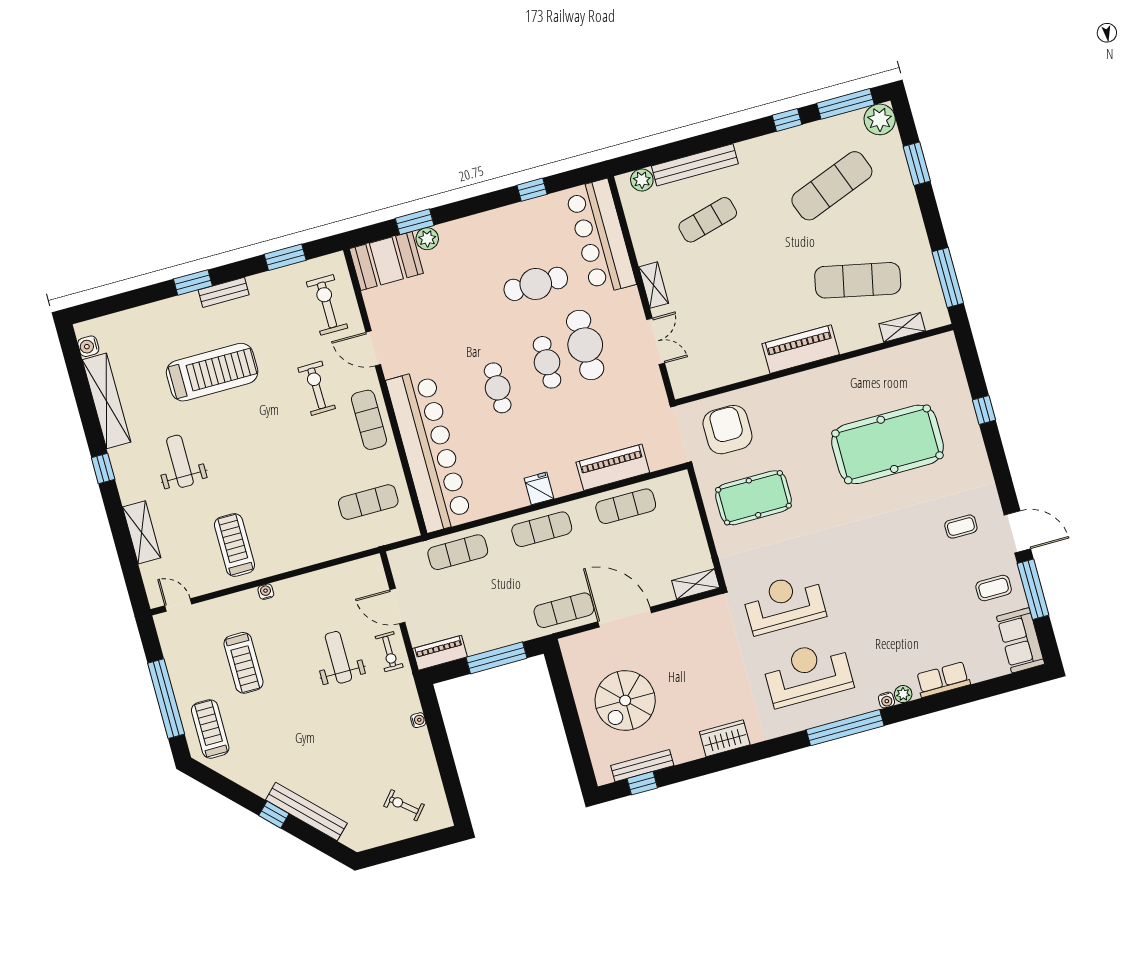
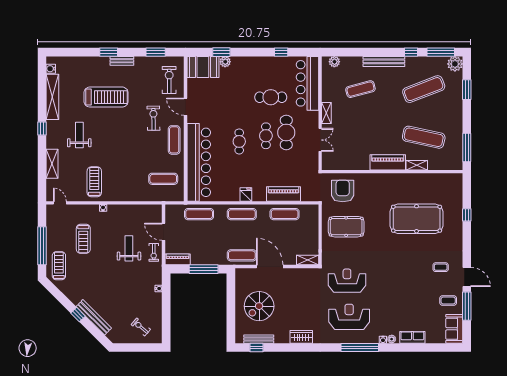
bench: (695, 165) -> (384, 61), moved
shelving: (902, 327) -> (417, 165), moved

